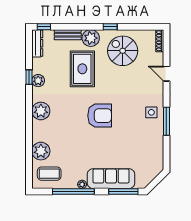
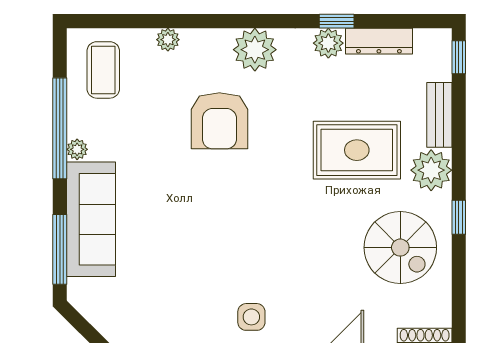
dresser: (37, 43) -> (379, 41), moved
spiral stairs: (123, 51) -> (400, 248), turned 90
armchair: (100, 116) -> (219, 121), moved
plant: (41, 151) -> (168, 40), width x0.53, depth x0.53

